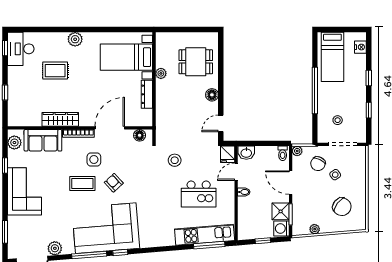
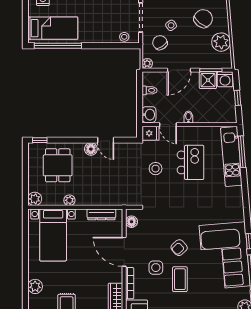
plant: (162, 39) -> (35, 199), added
window: (221, 44) -> (40, 140), added
window: (315, 90) -> (58, 46), moved
dresser: (147, 94) -> (101, 214), moved
stool: (338, 120) -> (124, 37), moved
door: (221, 123) -> (106, 140), moved
toilet: (283, 153) -> (150, 90), moved
stool: (175, 160) -> (156, 169), moved
chair: (318, 164) -> (160, 43), turned -149
plant: (315, 229) -> (221, 42), width x1.88, depth x1.88

